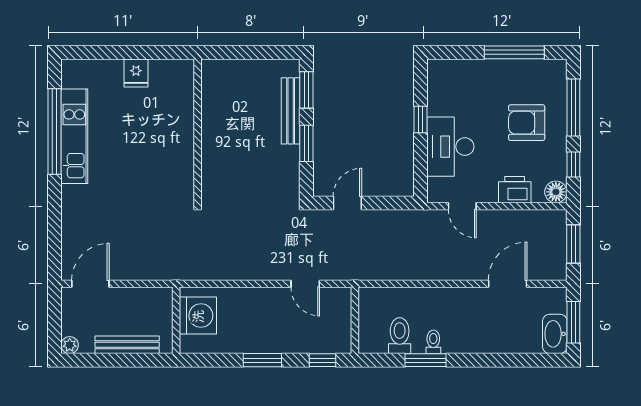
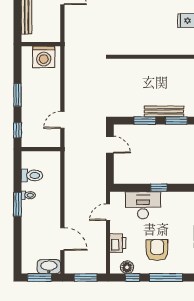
floor lamp: (556, 192) -> (127, 267), moved
washbasin: (555, 334) -> (49, 267), moved
window: (425, 360) -> (17, 204), moved

